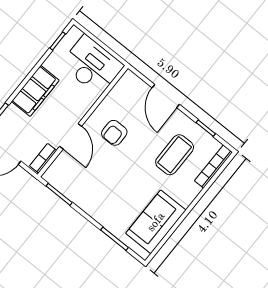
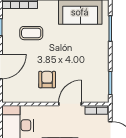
armchair: (114, 133) -> (47, 80), turned -90
coffee table: (175, 155) -> (31, 33), width x0.73, depth x0.77

